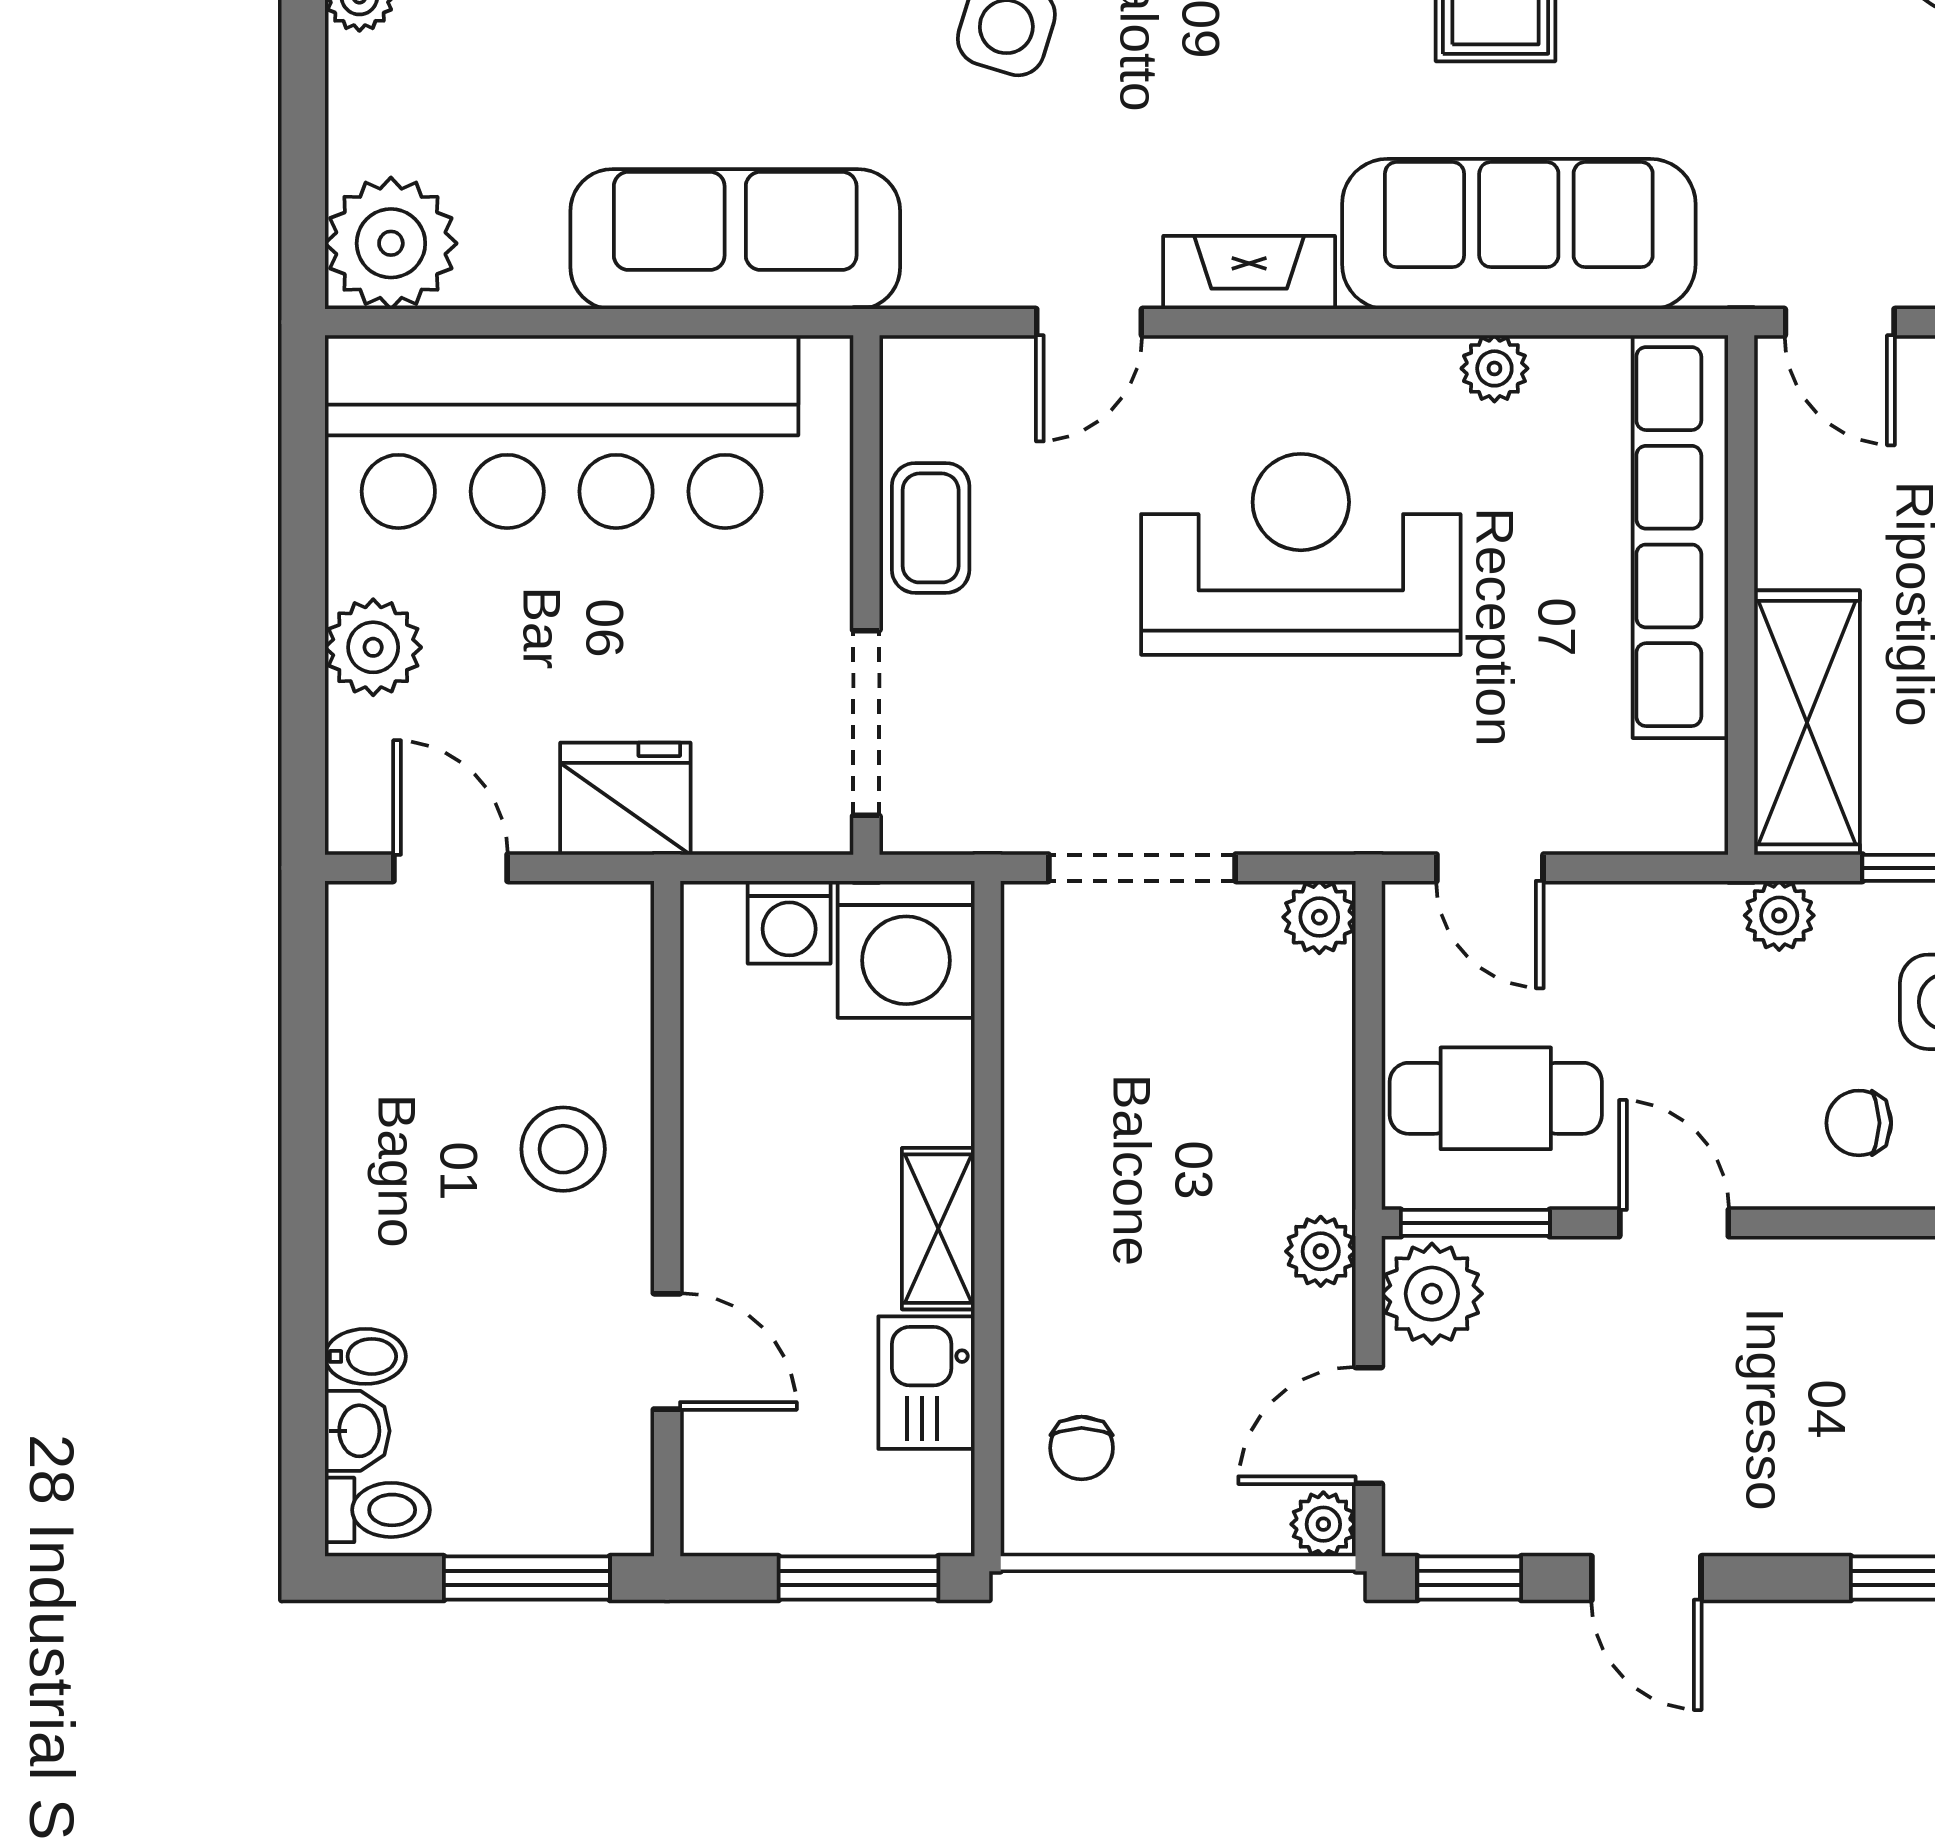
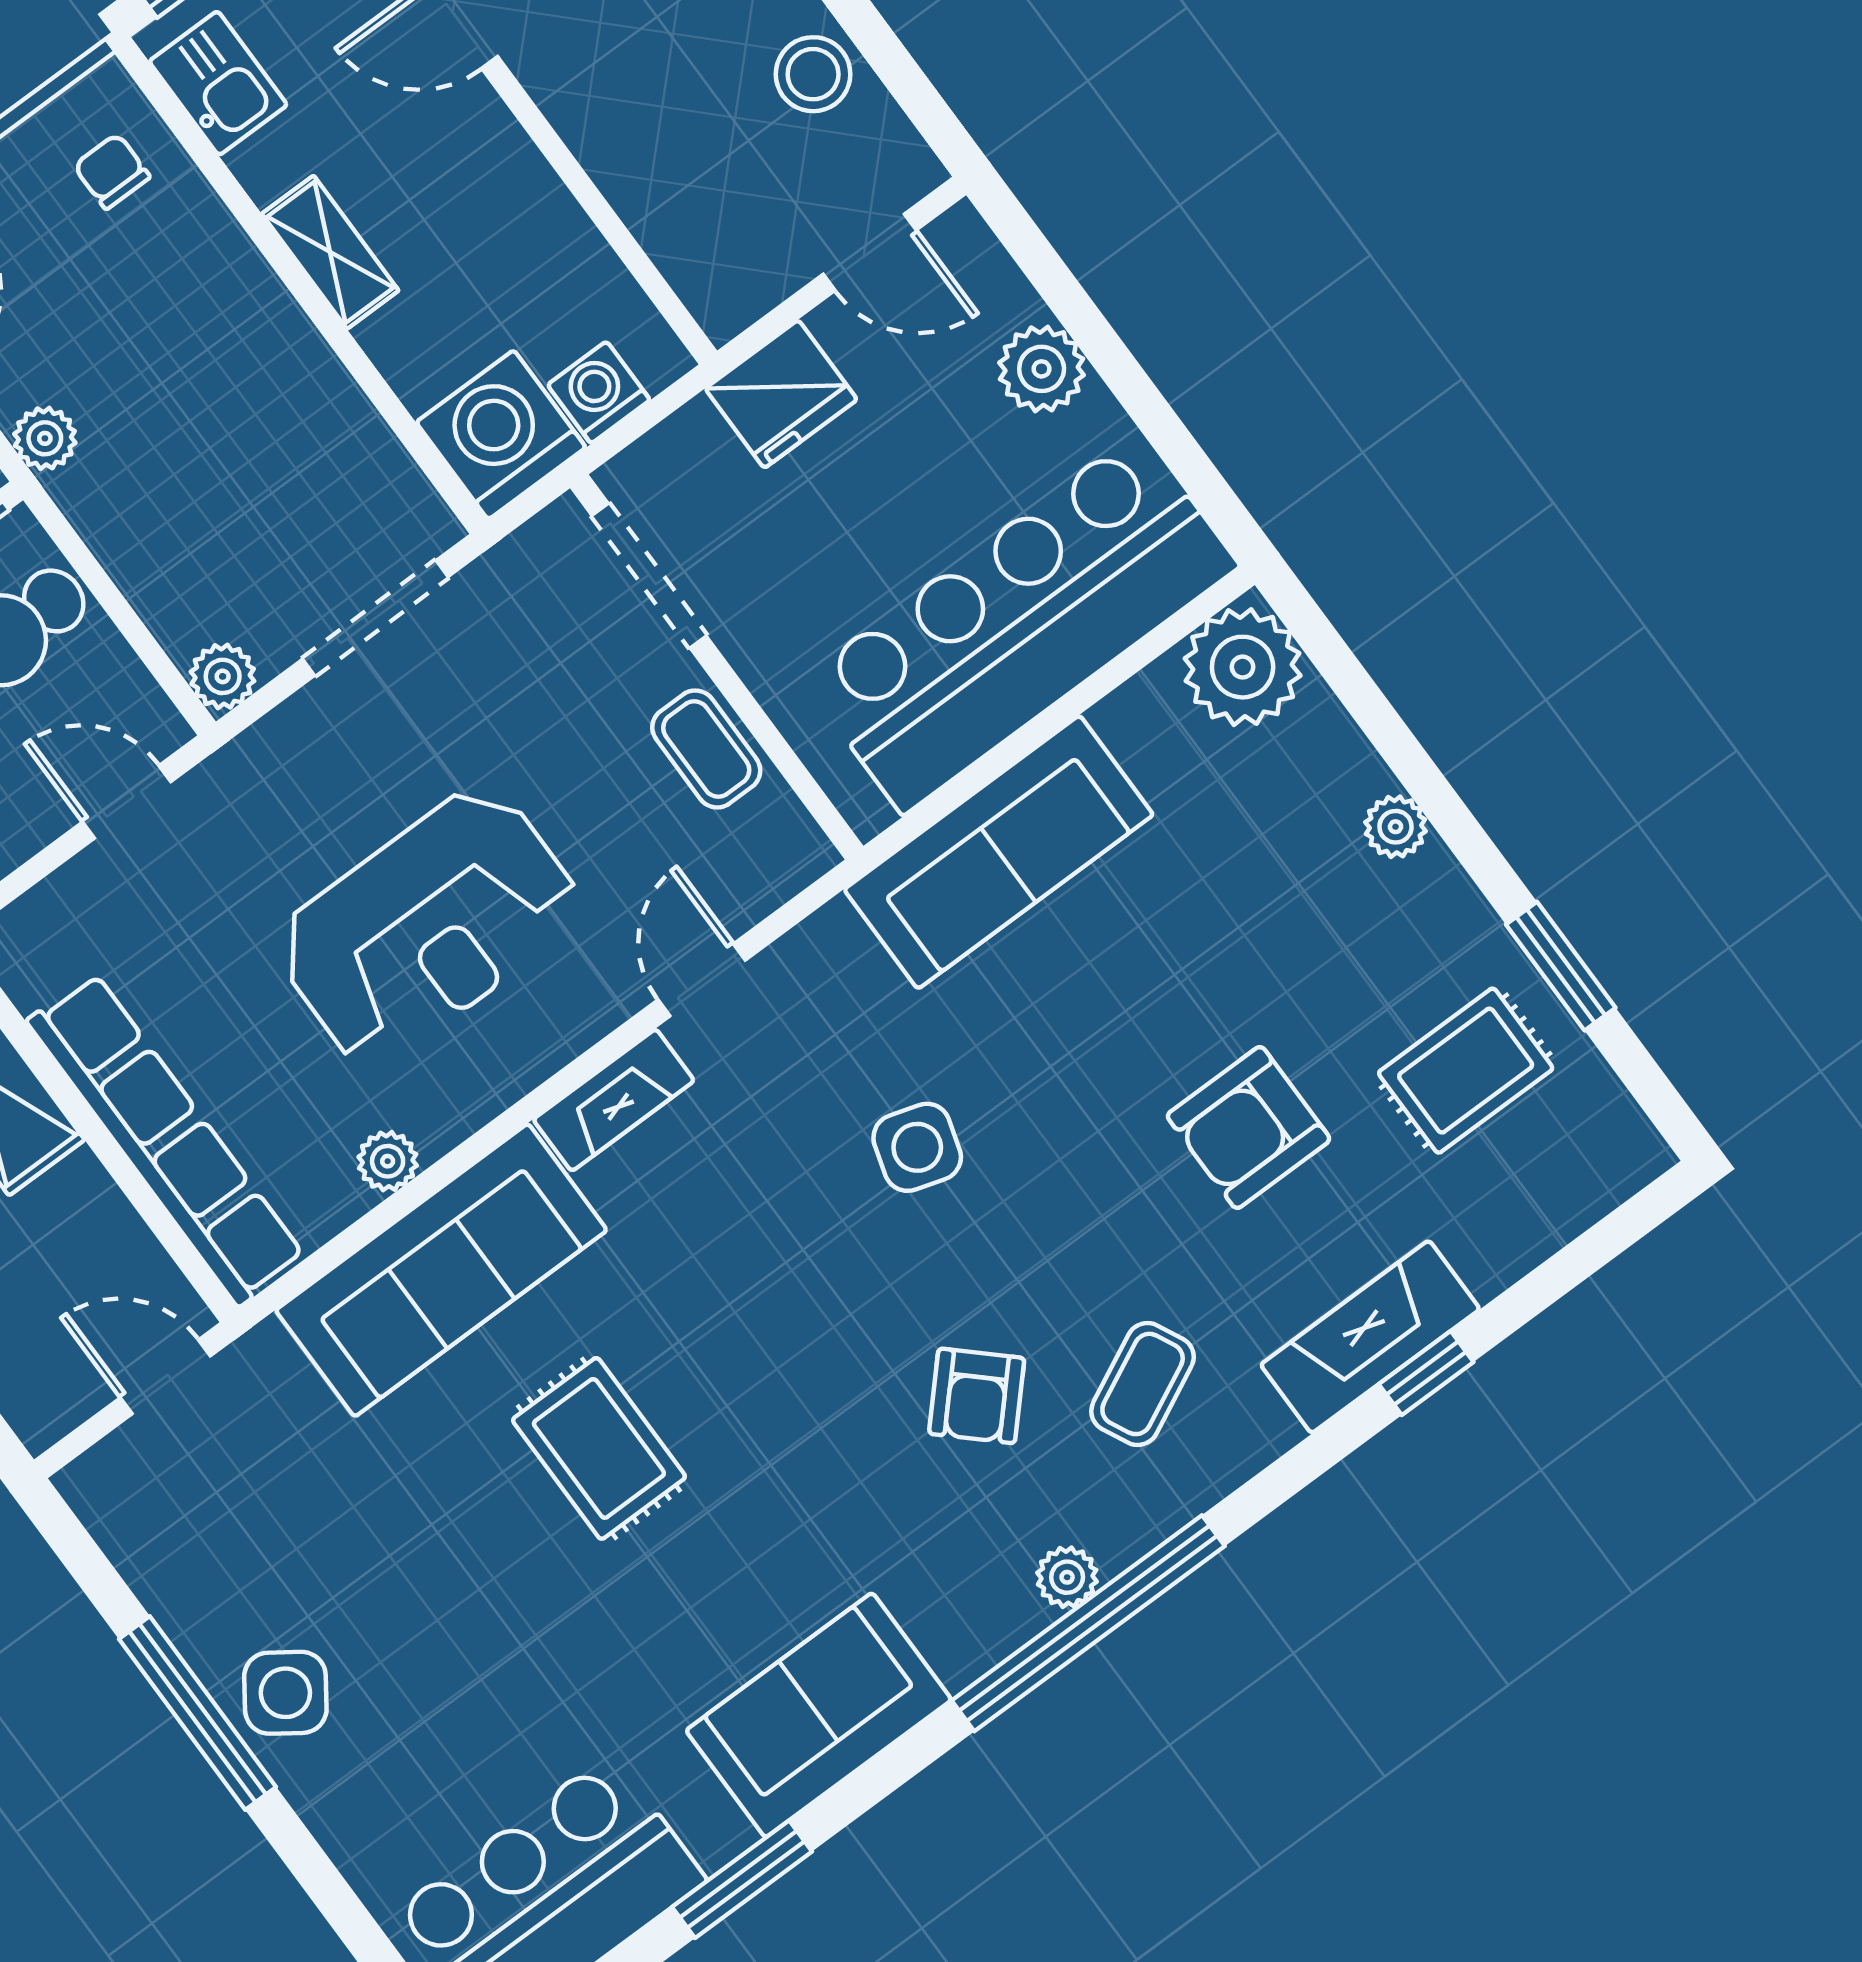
stool: (563, 1149) -> (813, 74), moved
kitchen sink: (926, 1383) -> (218, 83), moved

